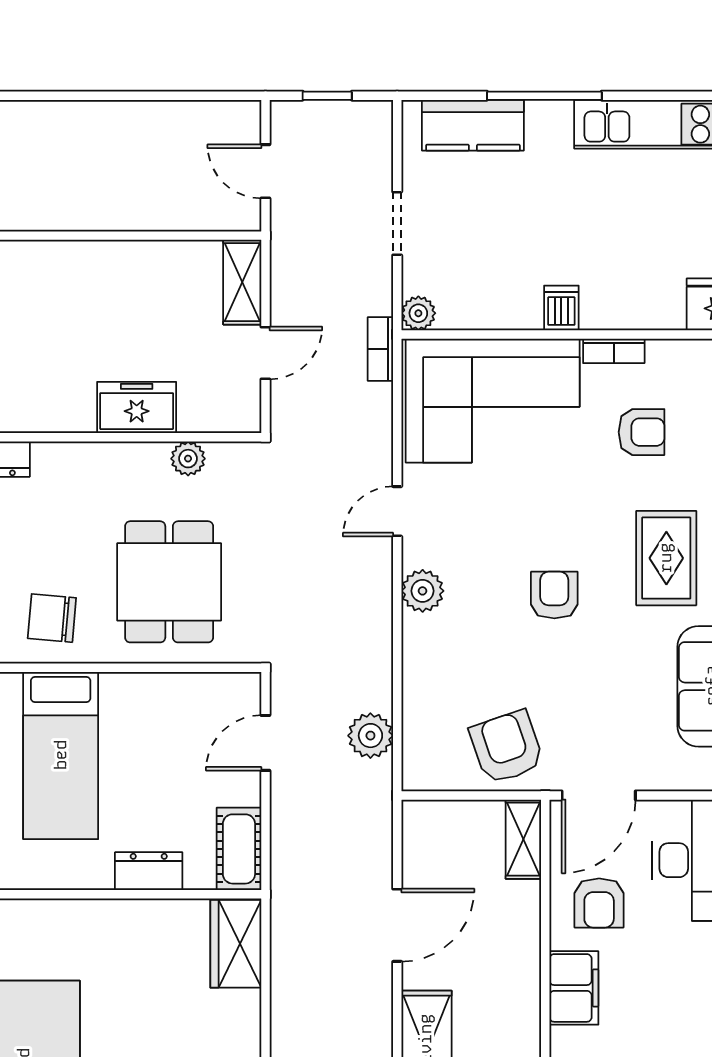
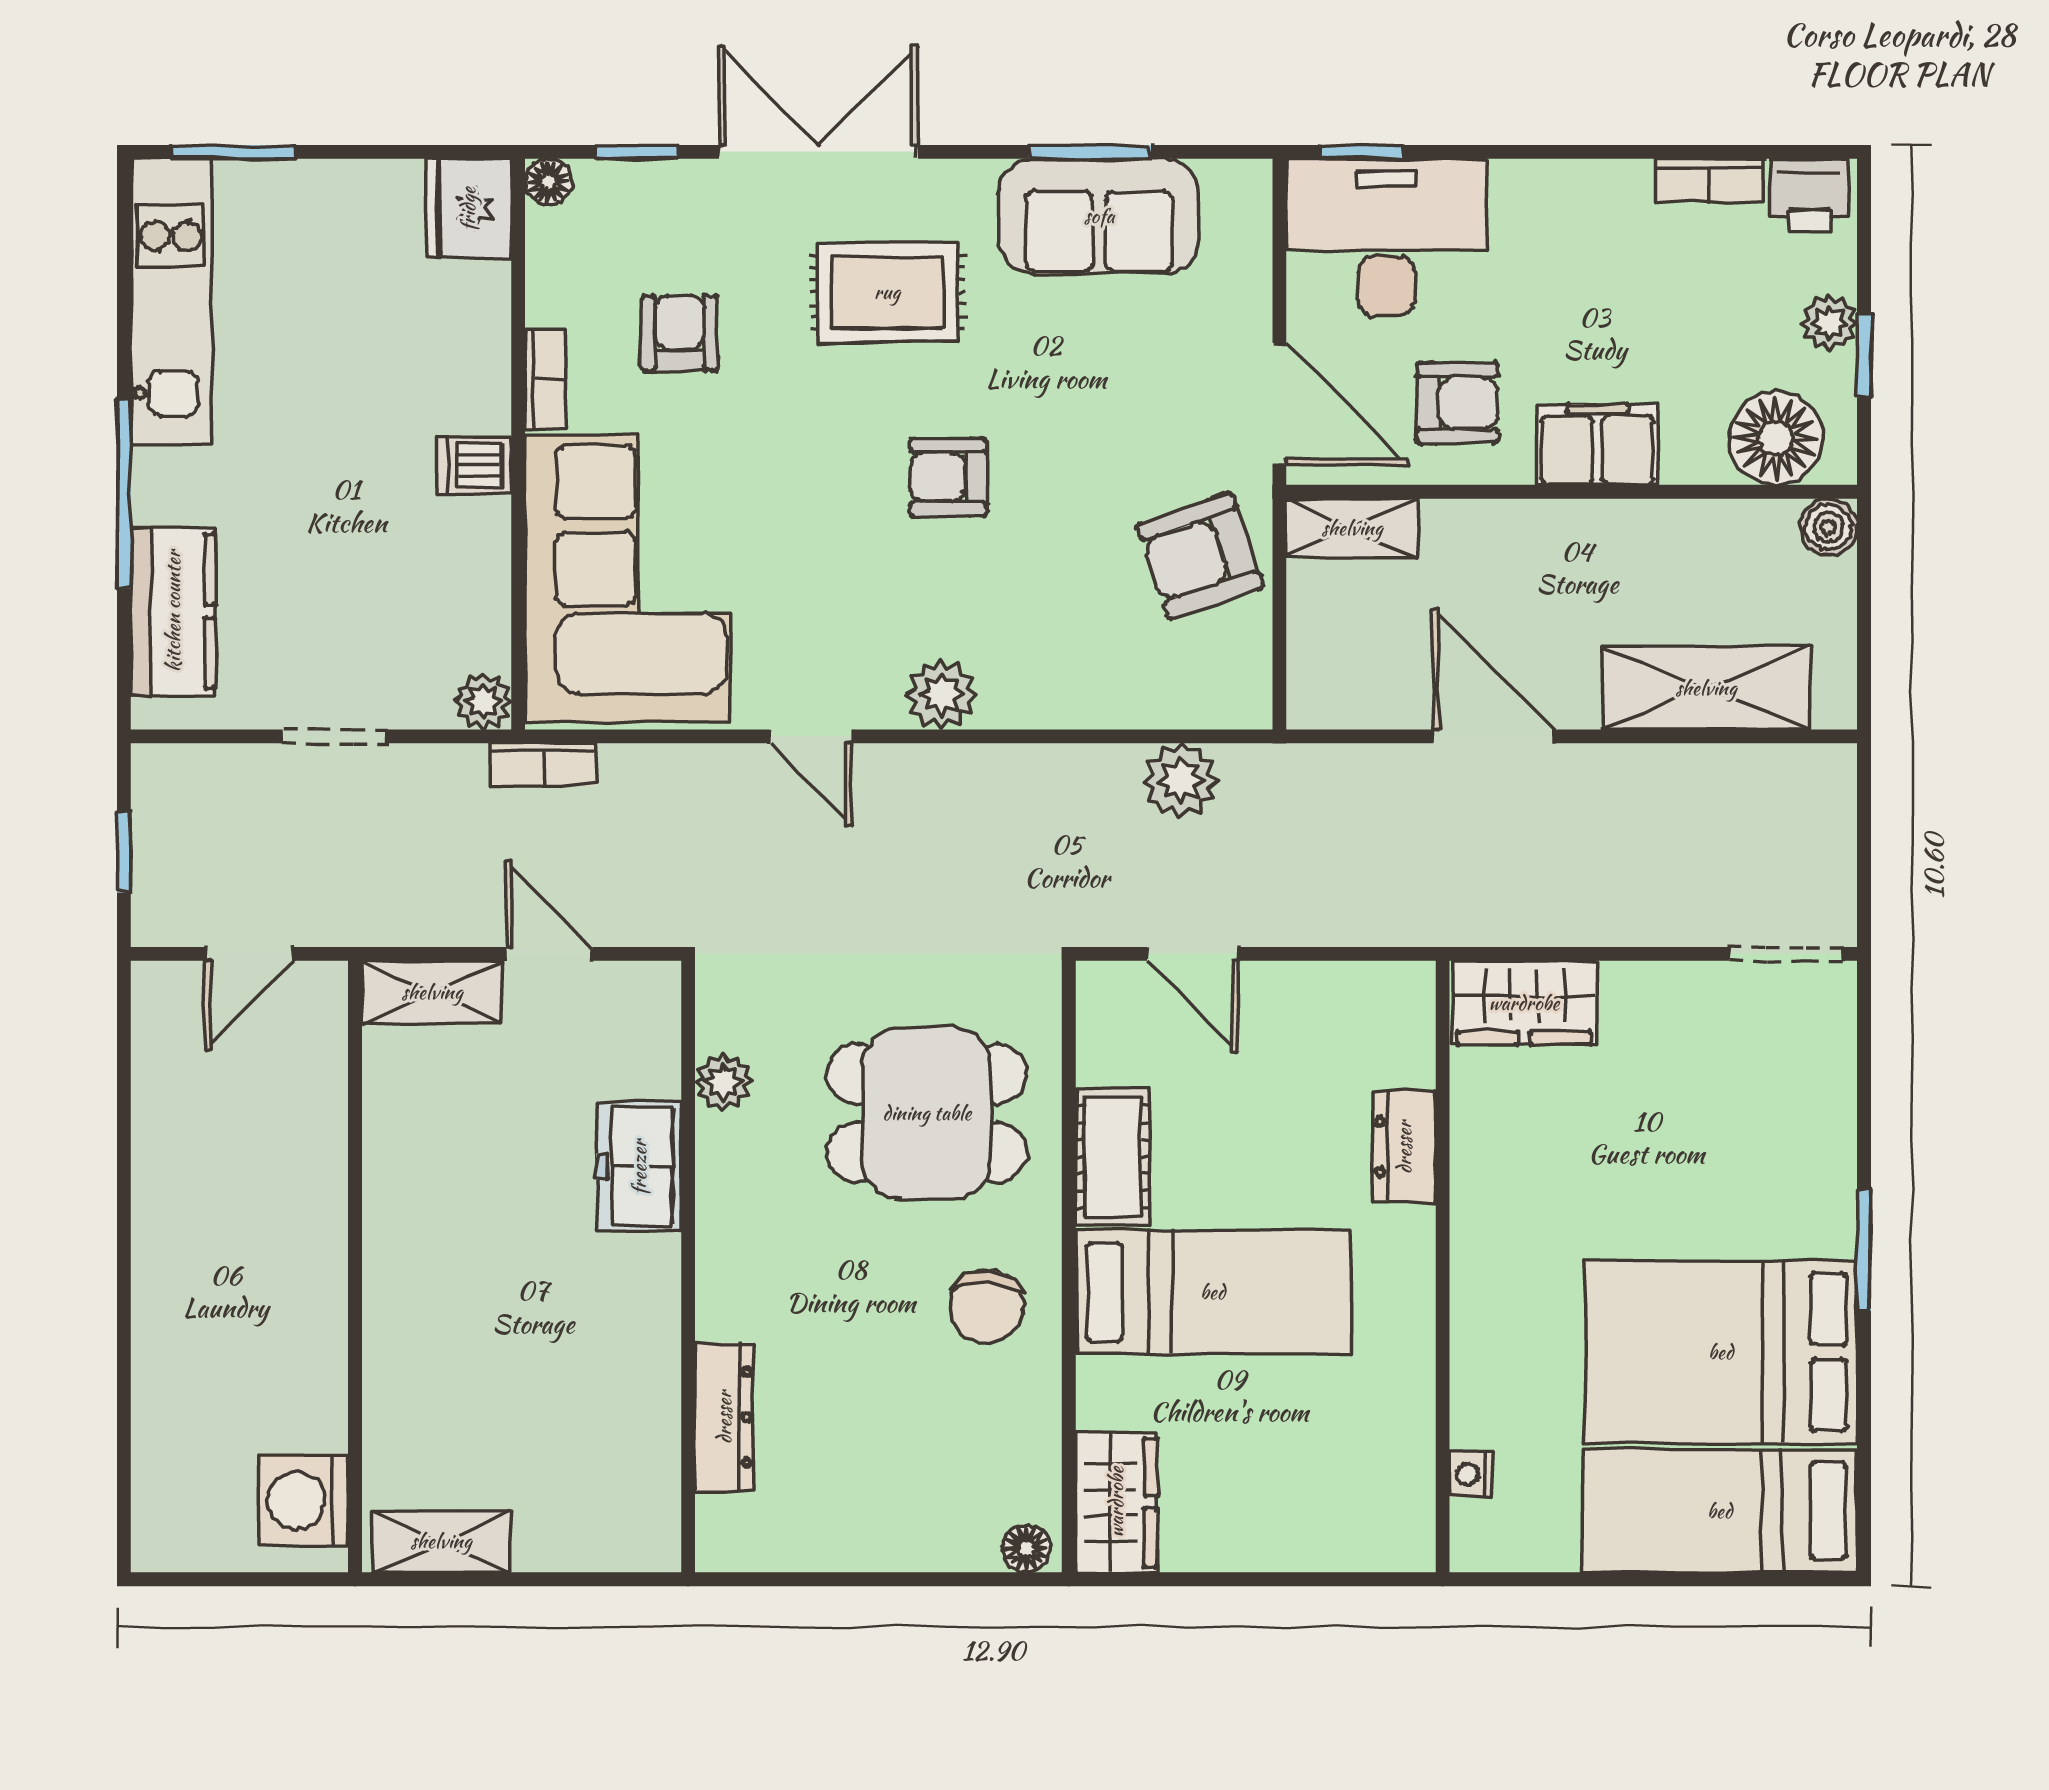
cot: (239, 849) -> (1112, 1157), moved, turned 90

